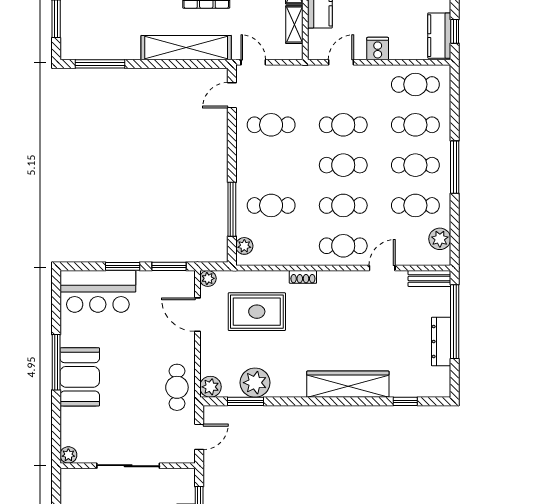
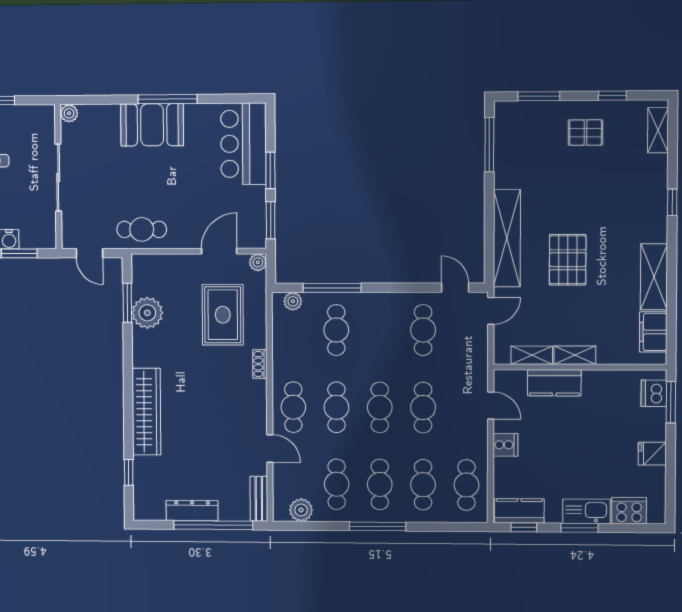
plant: (210, 387) -> (143, 265), removed

